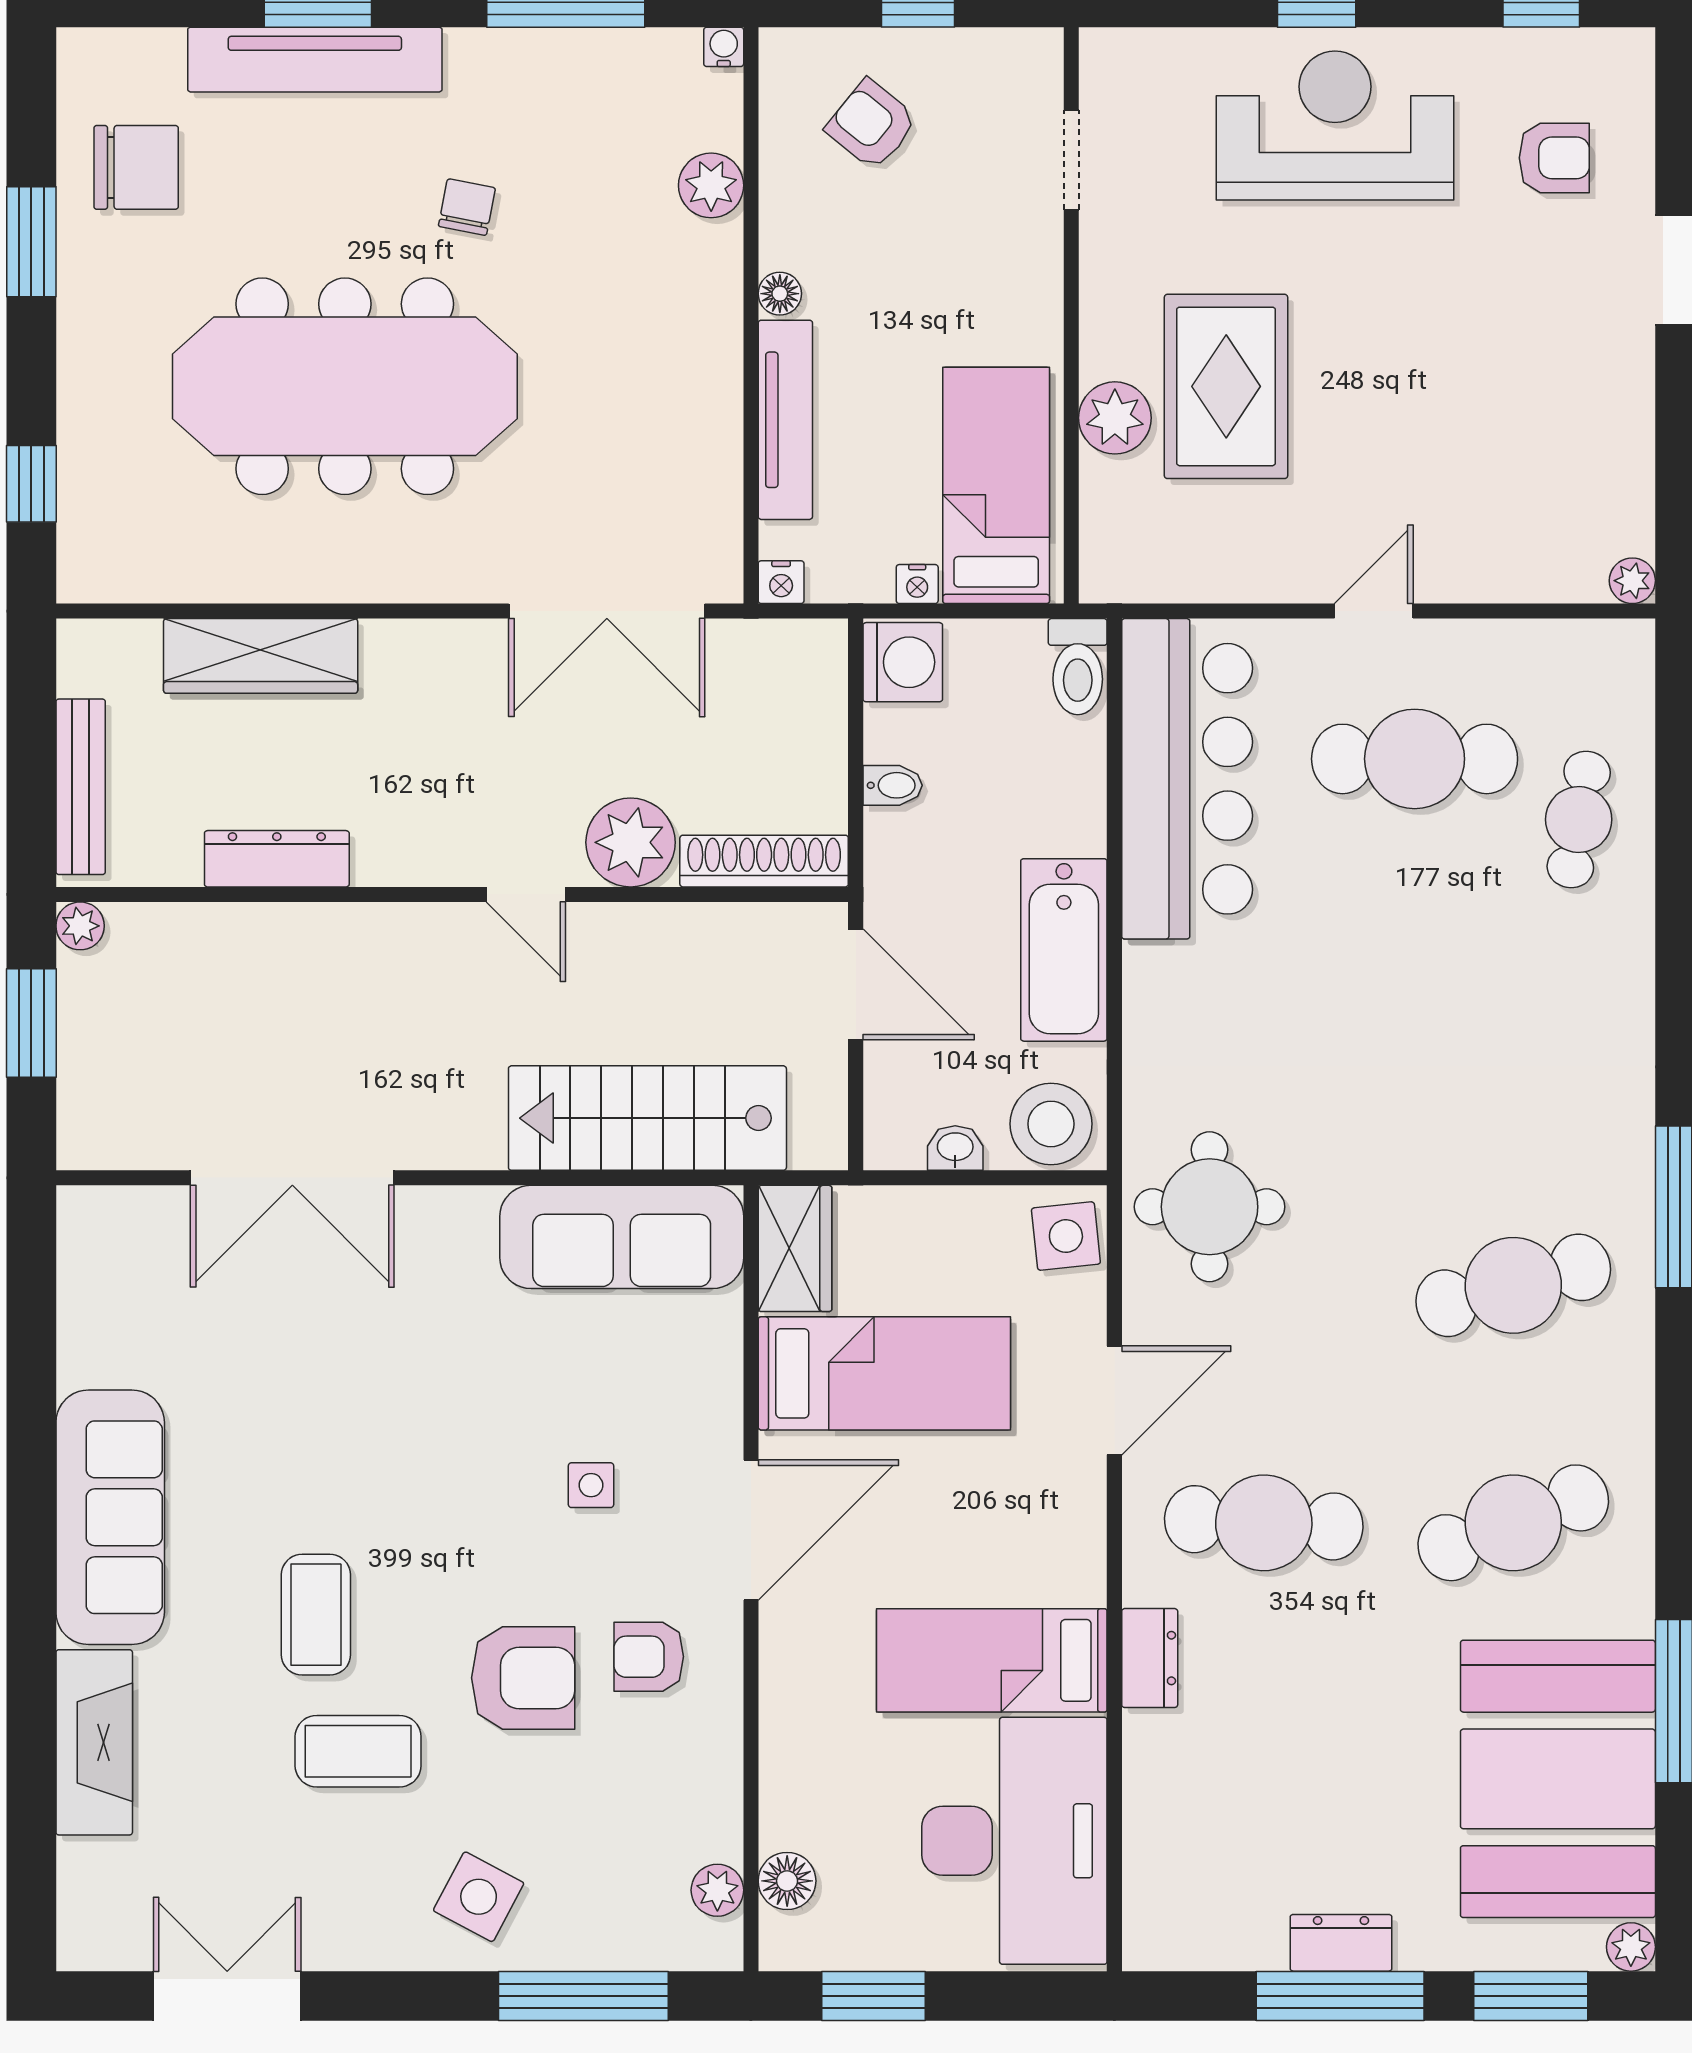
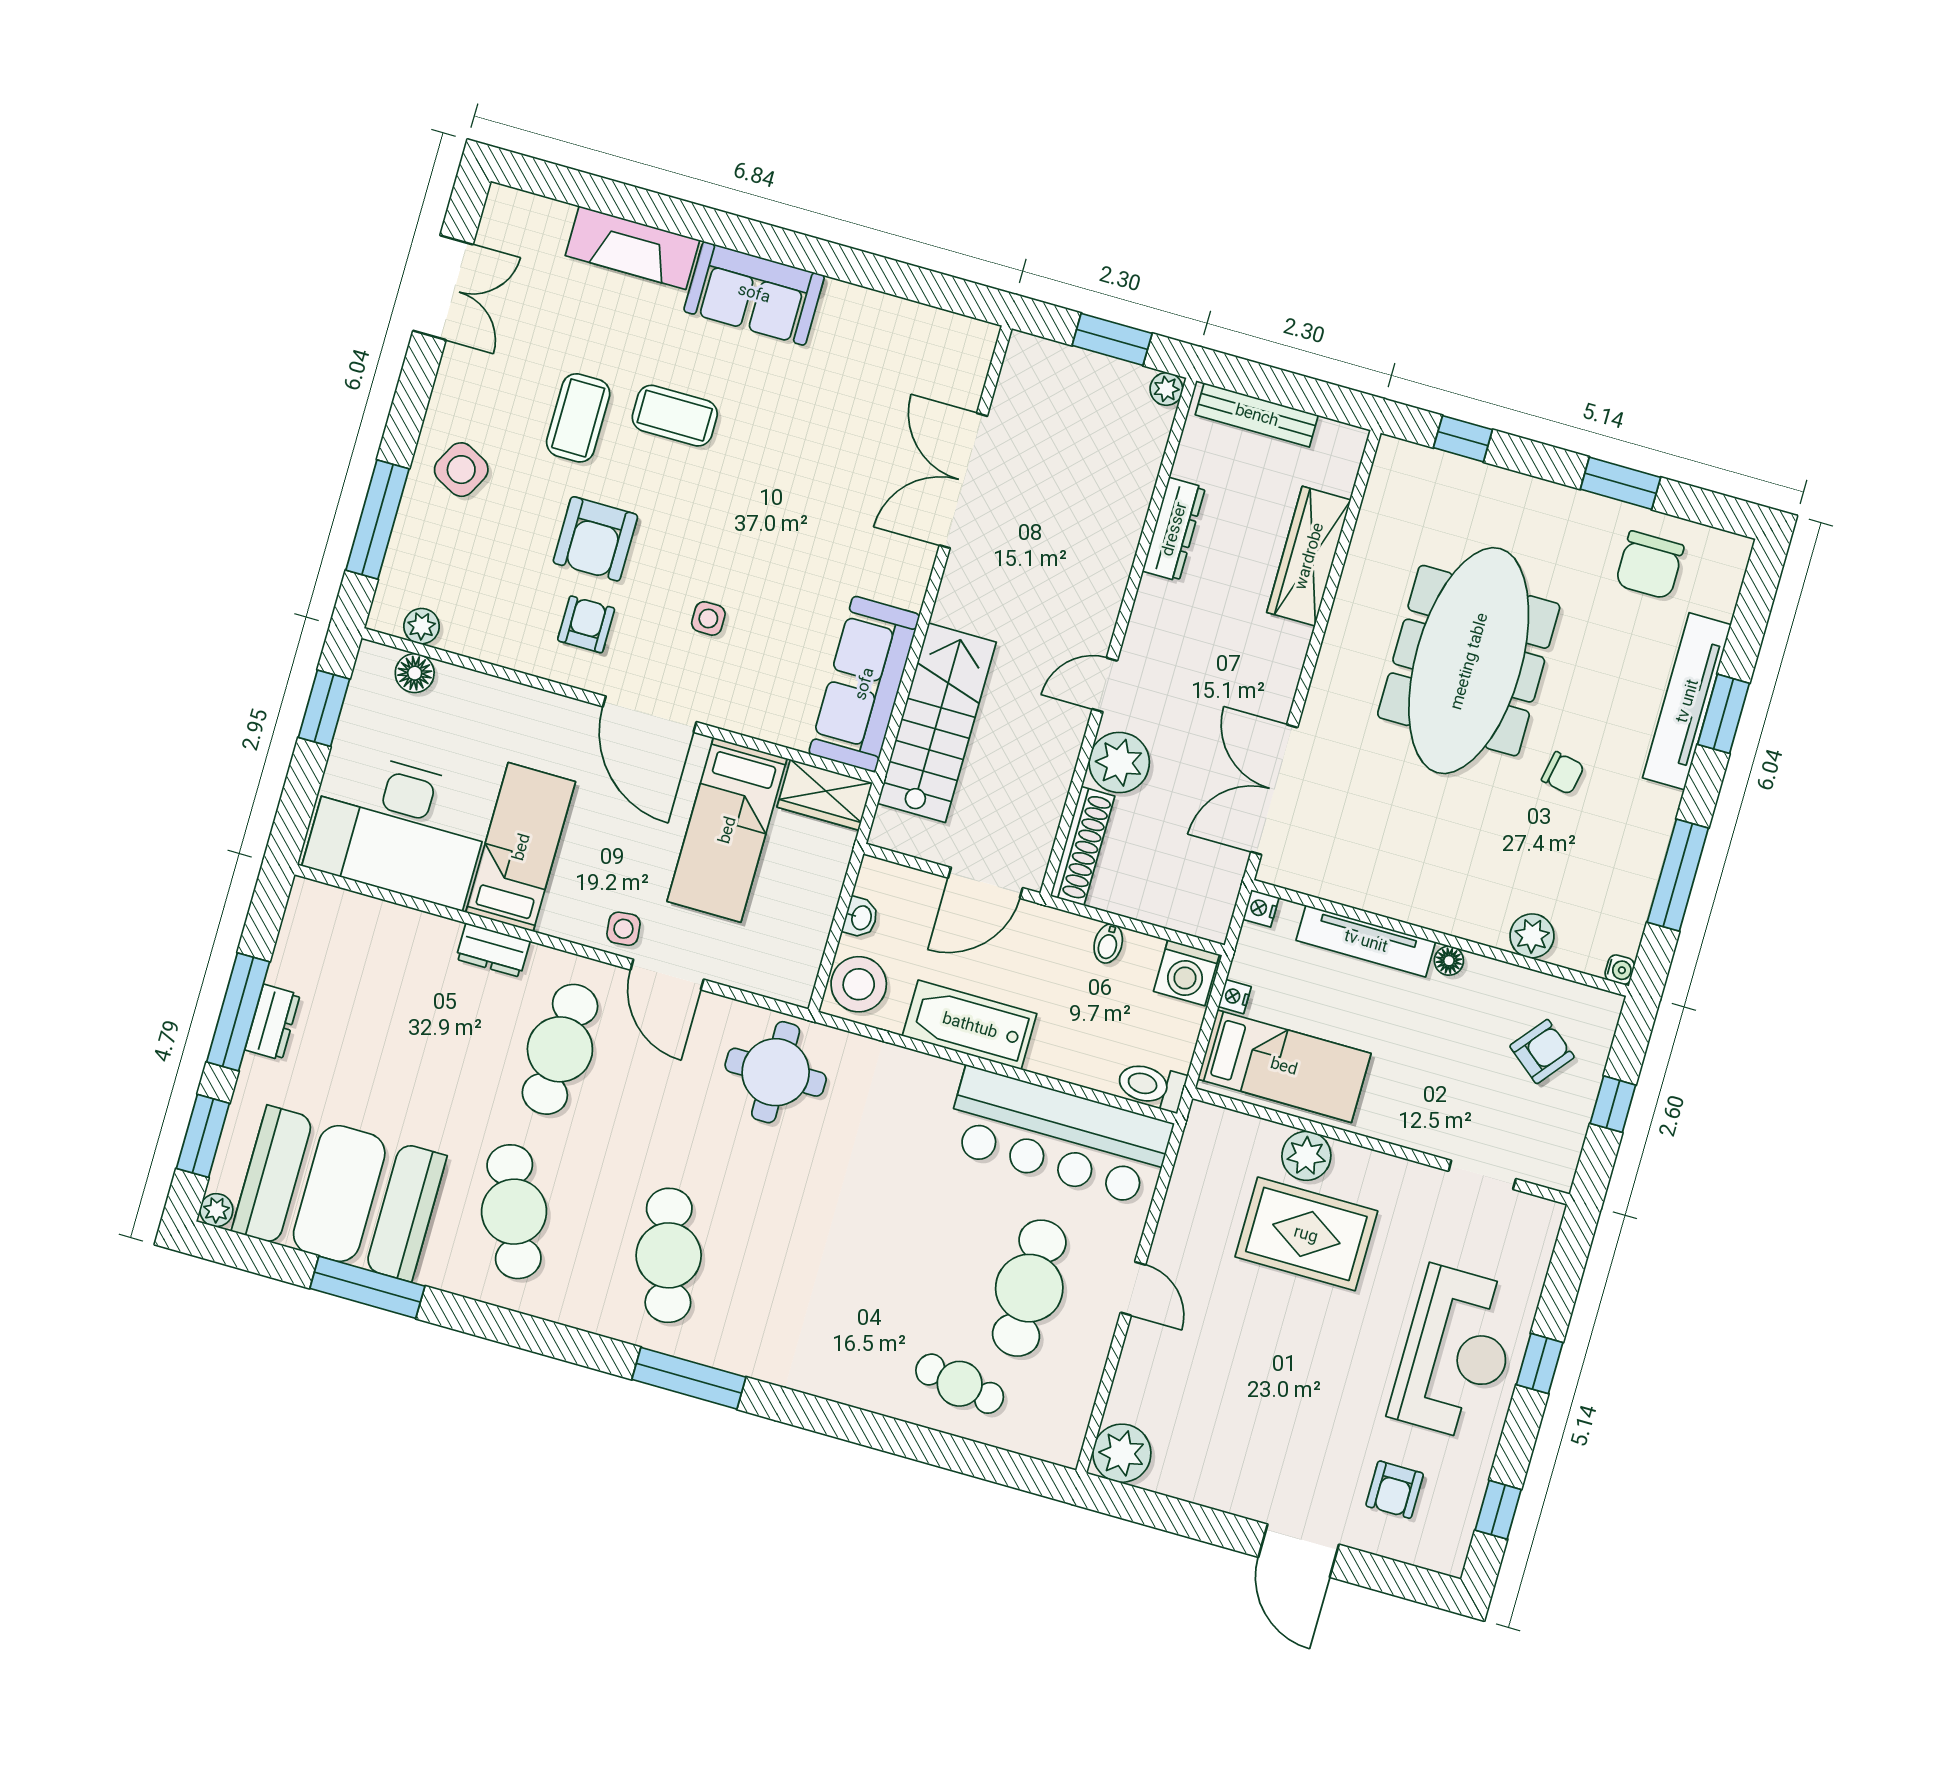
plant: (1632, 581) -> (1122, 1453), width x1.87, depth x1.87
side table: (1066, 1236) -> (623, 929), moved, width x0.73, depth x0.73
sofa: (110, 1517) -> (754, 293), width x0.73

